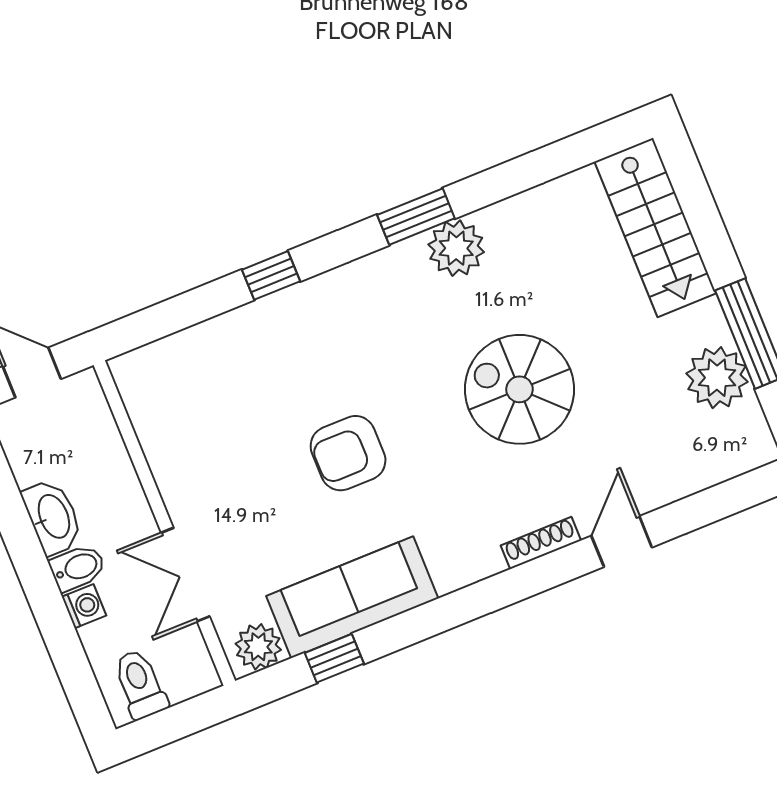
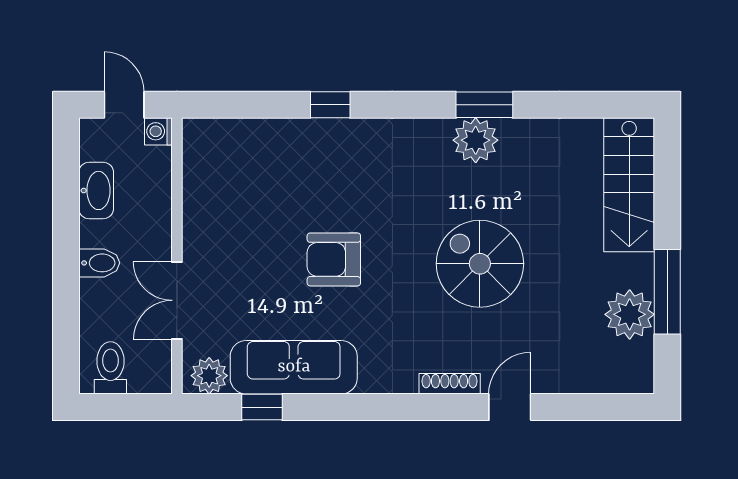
window: (416, 217) -> (484, 105), moved
washbasin: (53, 517) -> (96, 190), moved
washing machine: (84, 606) -> (158, 131), moved, turned 180

